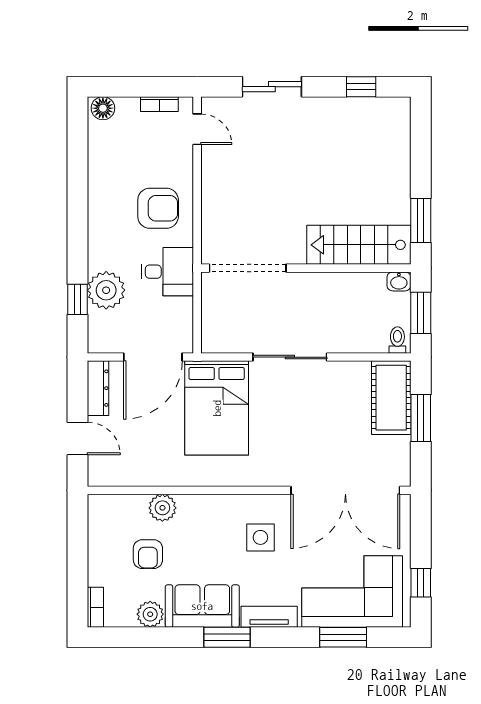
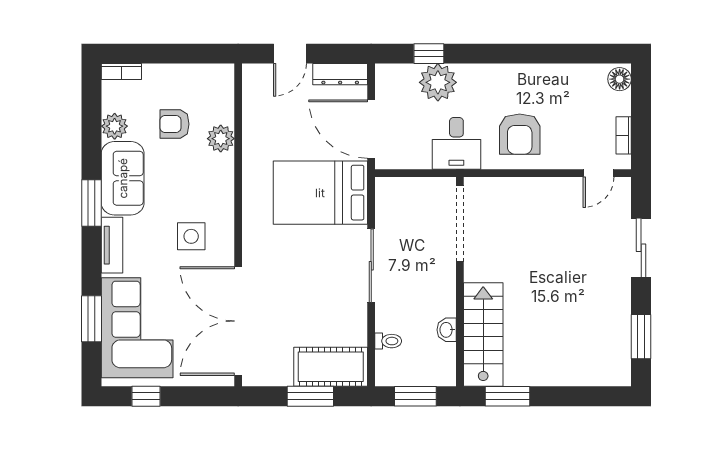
window: (361, 87) -> (641, 337), width x1.50
washbasin: (399, 281) -> (447, 330), moved
toilet: (397, 340) -> (388, 341), moved

